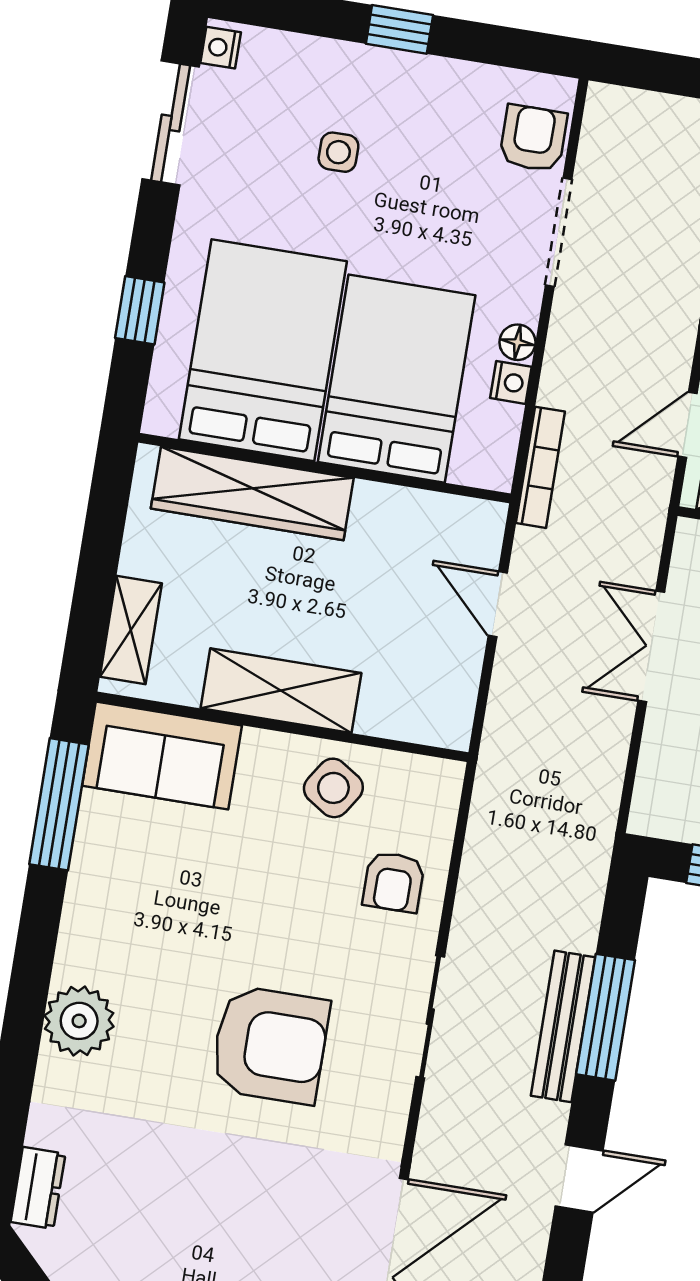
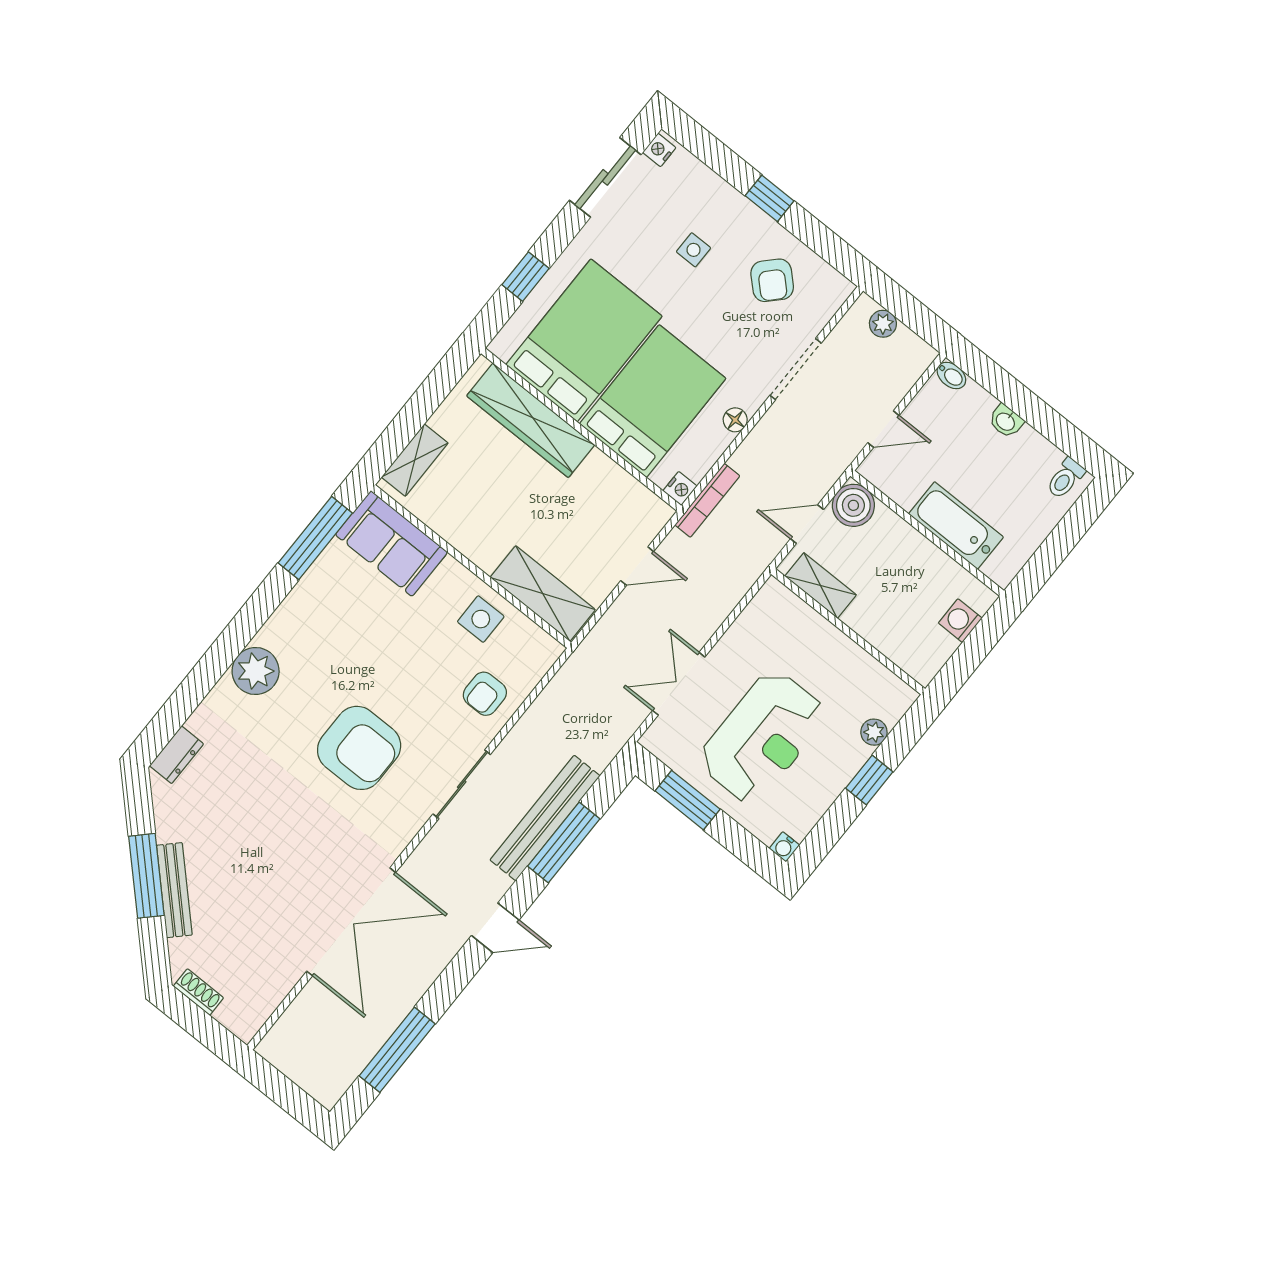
plant: (639, 109) -> (883, 324), added
armchair: (533, 138) -> (772, 280), moved, turned 134
nightstand: (511, 382) -> (680, 489), moved
door: (498, 604) -> (637, 566), swing flipped
double door: (651, 646) -> (679, 684), moved
shelving: (281, 691) -> (543, 594), moved
side table: (333, 788) -> (481, 619), turned -33
bench: (563, 1026) -> (545, 818), width x1.37, depth x1.21

